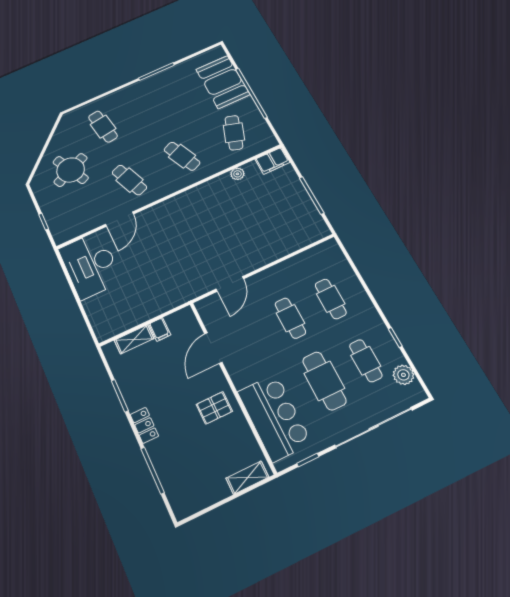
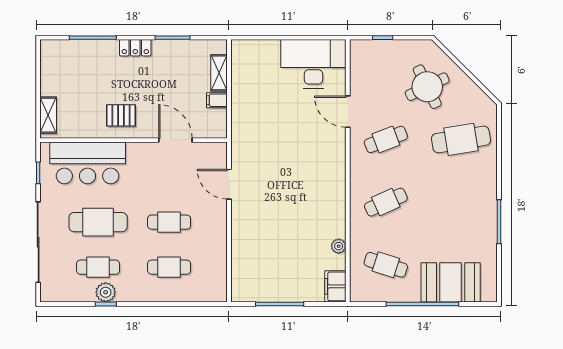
cafe table: (103, 127) -> (461, 139), width x1.37, depth x1.35
plant: (403, 375) -> (106, 292), moved
pallet: (214, 408) -> (121, 115), turned 90

